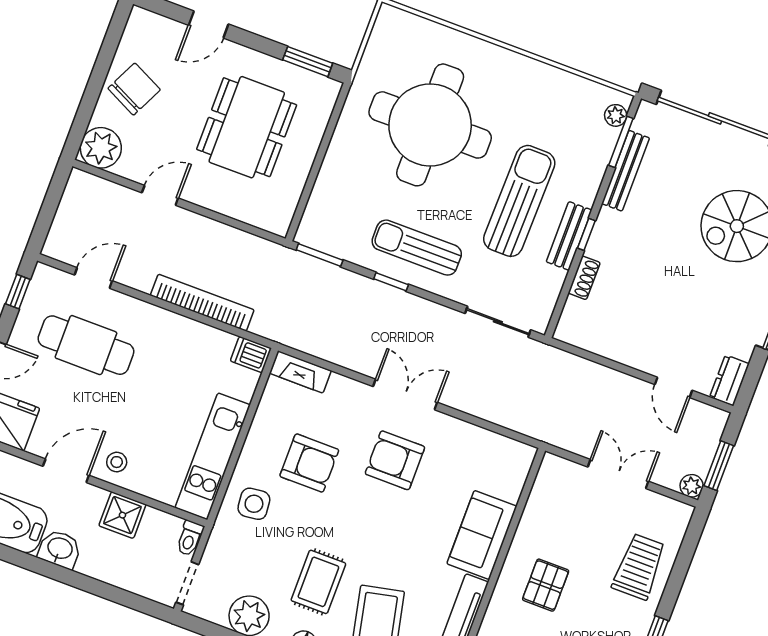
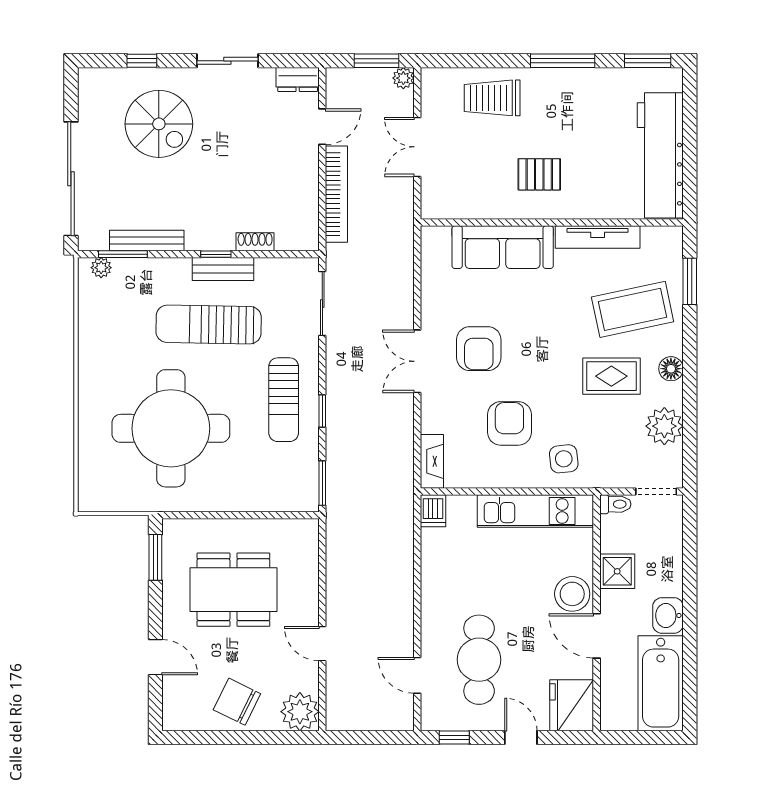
bookcase: (202, 303) -> (336, 194), moved, turned 180
stool: (117, 462) -> (572, 594), width x1.89, depth x1.89
sofa: (482, 535) -> (503, 247), width x1.36

